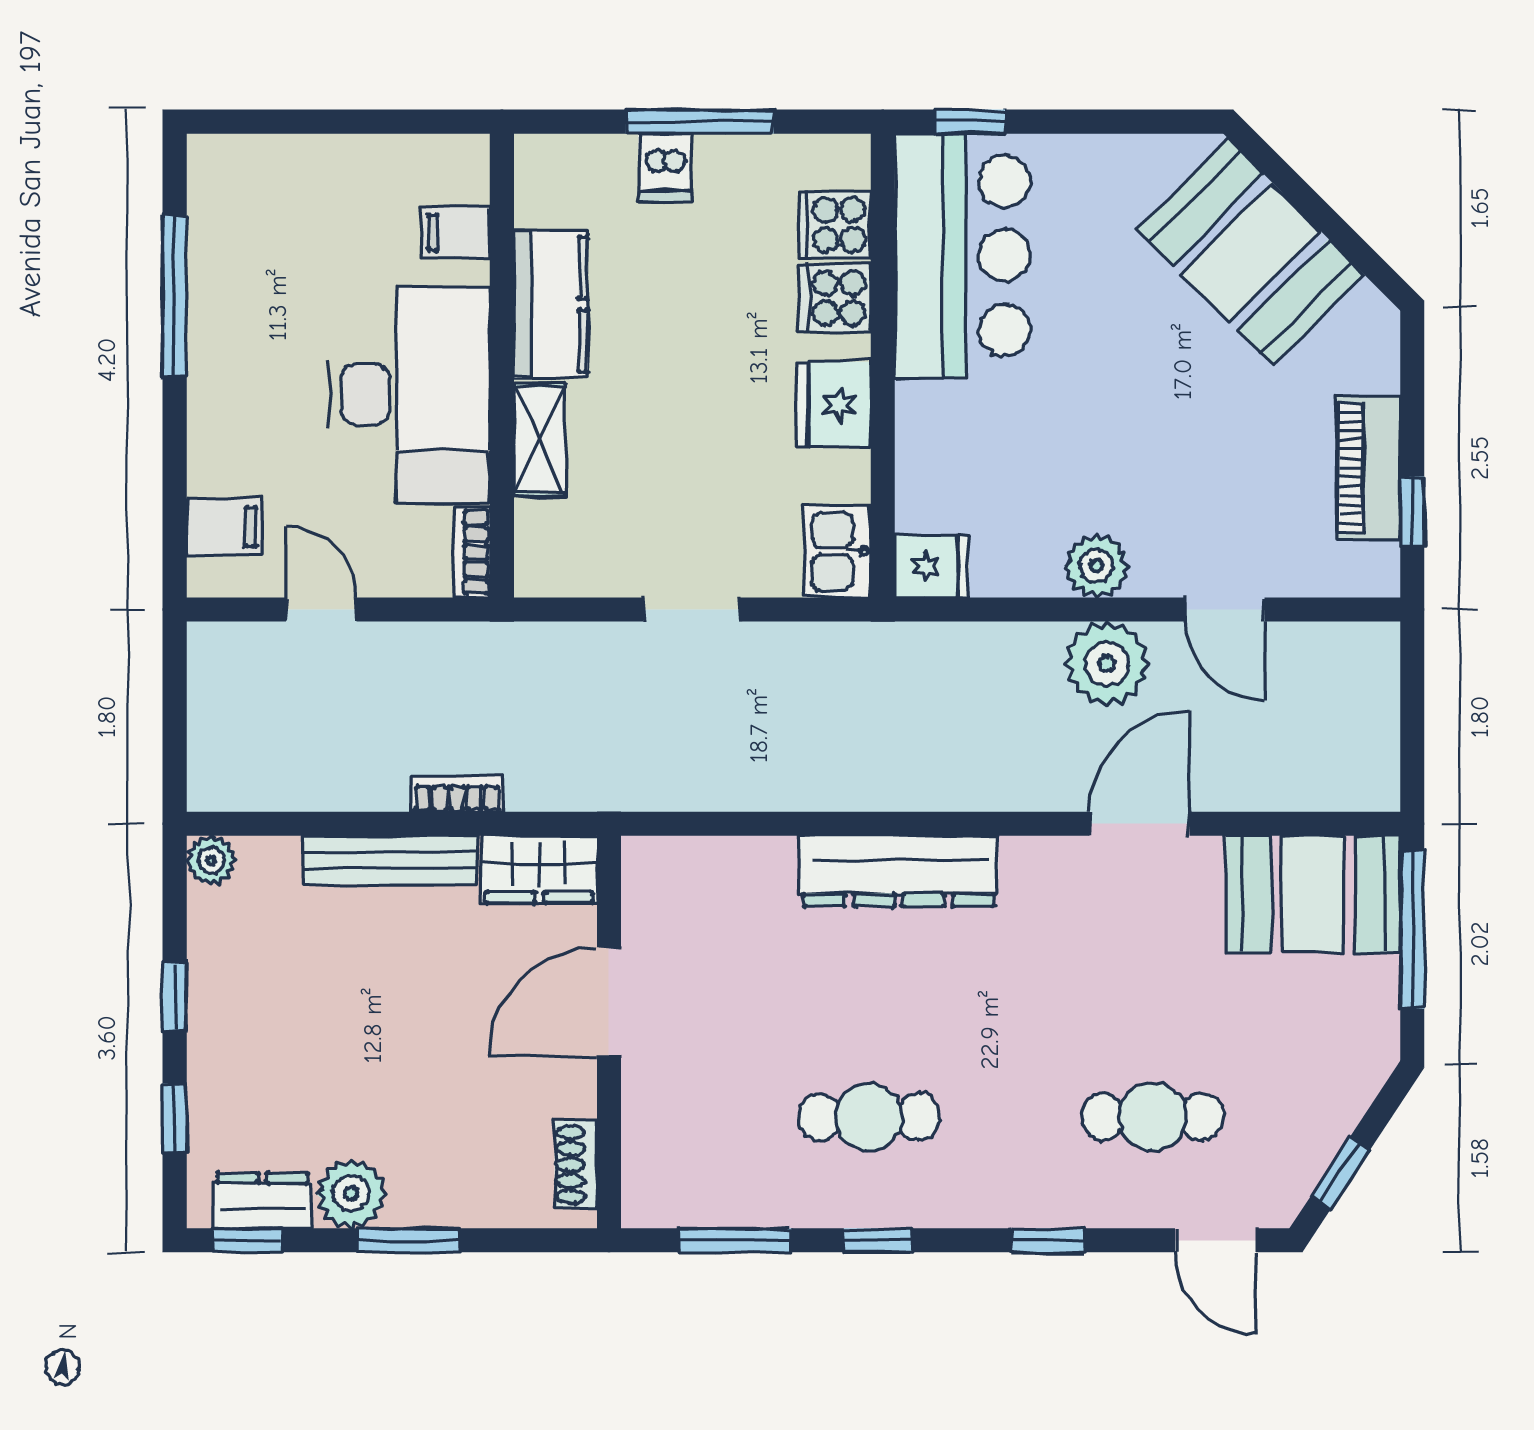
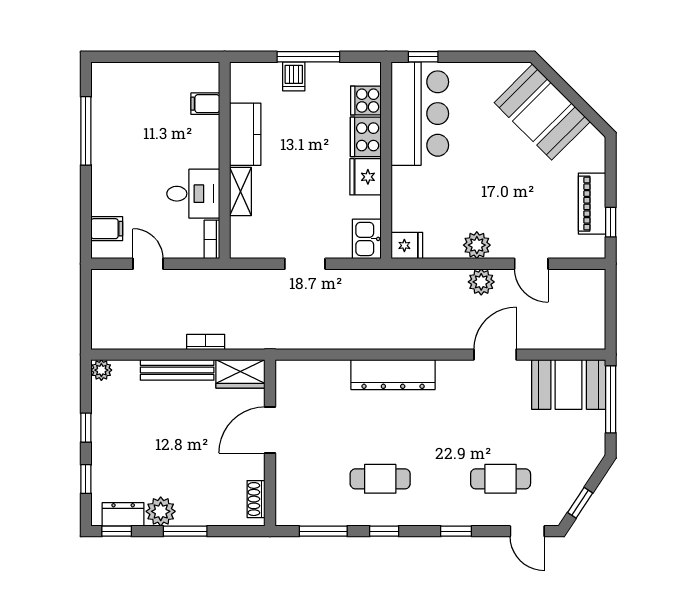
cooker: (835, 298) -> (366, 137), width x1.36
desk: (409, 394) -> (193, 194), width x0.53, depth x0.77
plant: (1107, 664) -> (481, 282), width x0.73, depth x0.73

